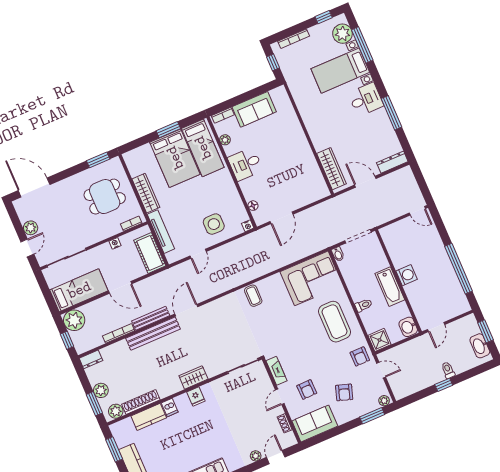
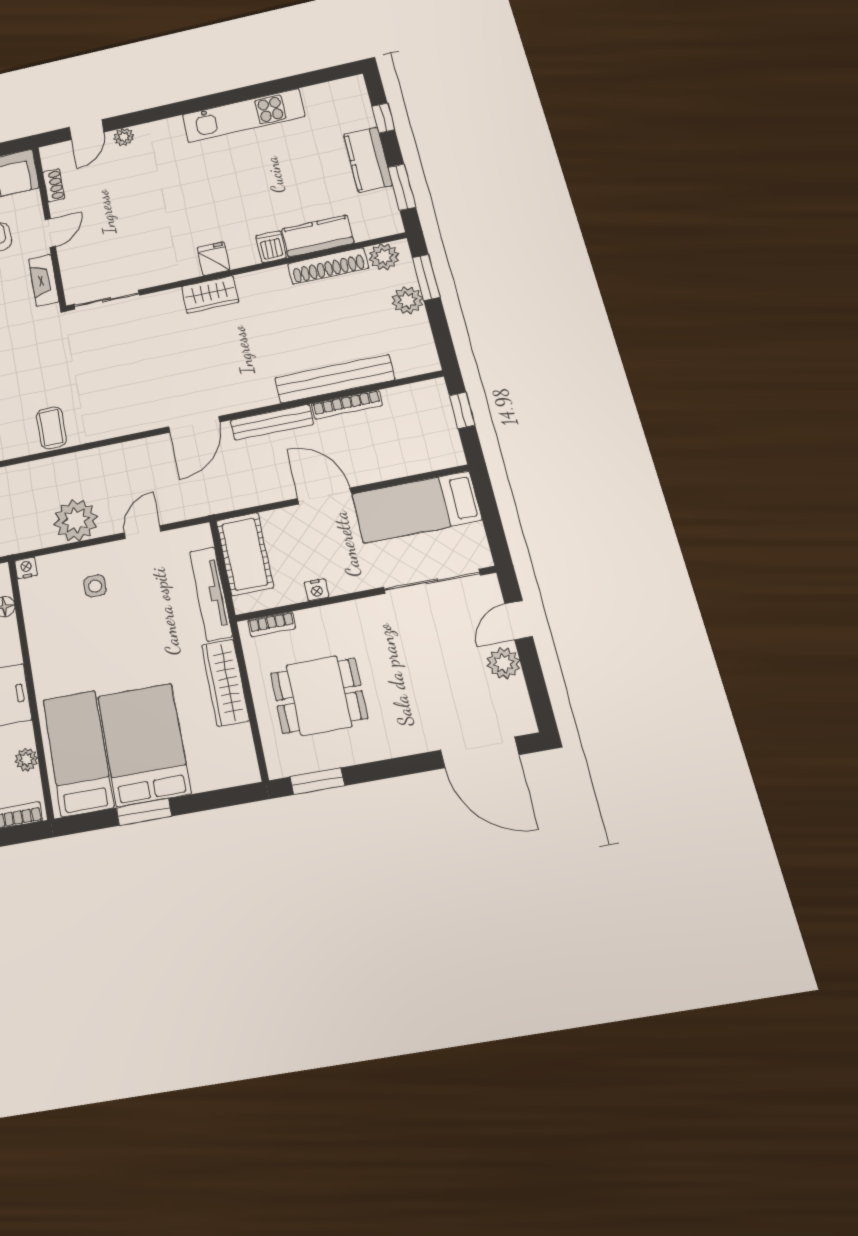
side table: (214, 224) -> (95, 586), width x0.54, depth x0.54
plant: (74, 320) -> (76, 520), moved
bench: (153, 334) -> (335, 379), moved
dresser: (91, 359) -> (417, 364), removed

